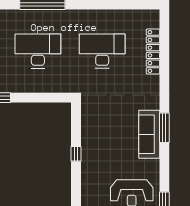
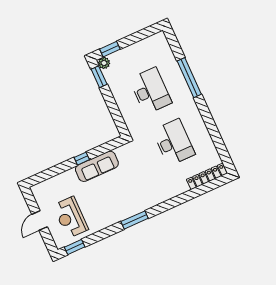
locker: (153, 52) -> (207, 176), moved
sofa: (149, 134) -> (97, 166), moved, turned 180

